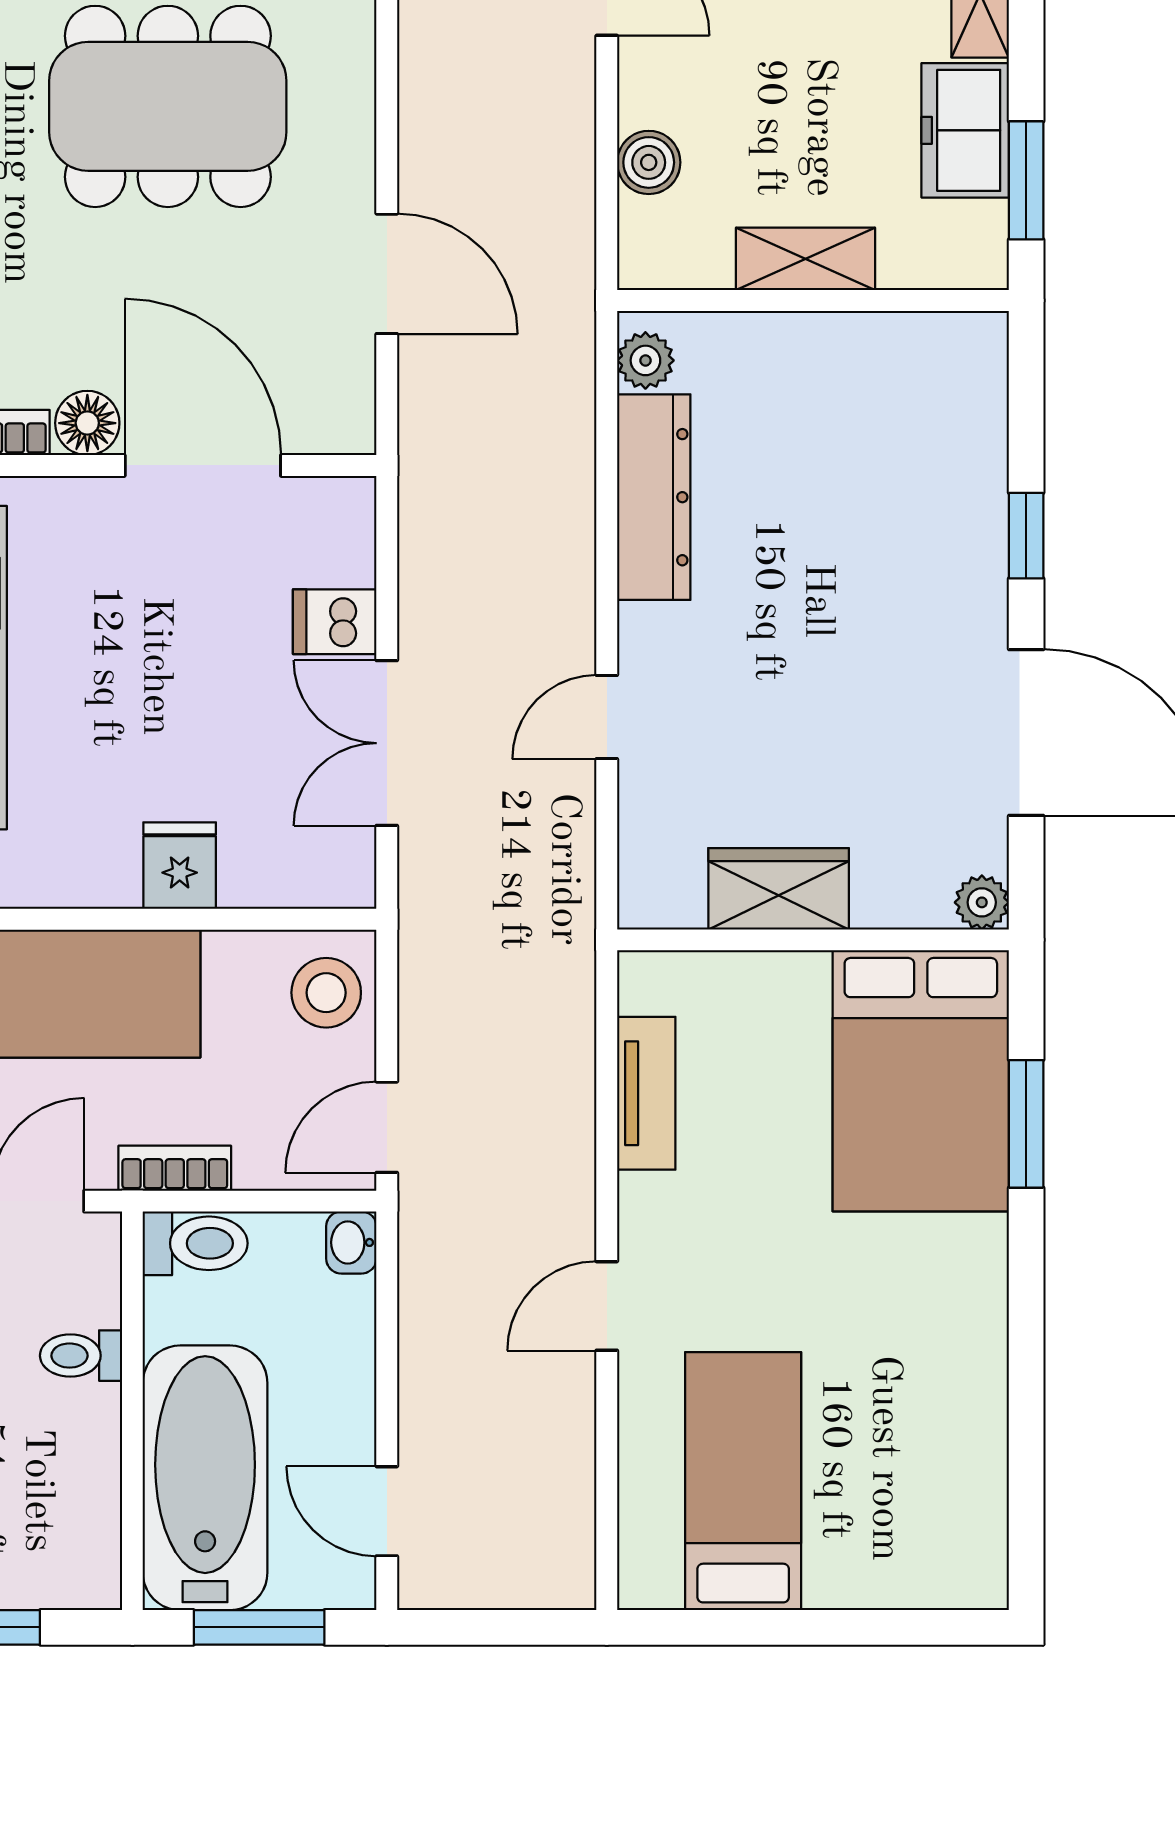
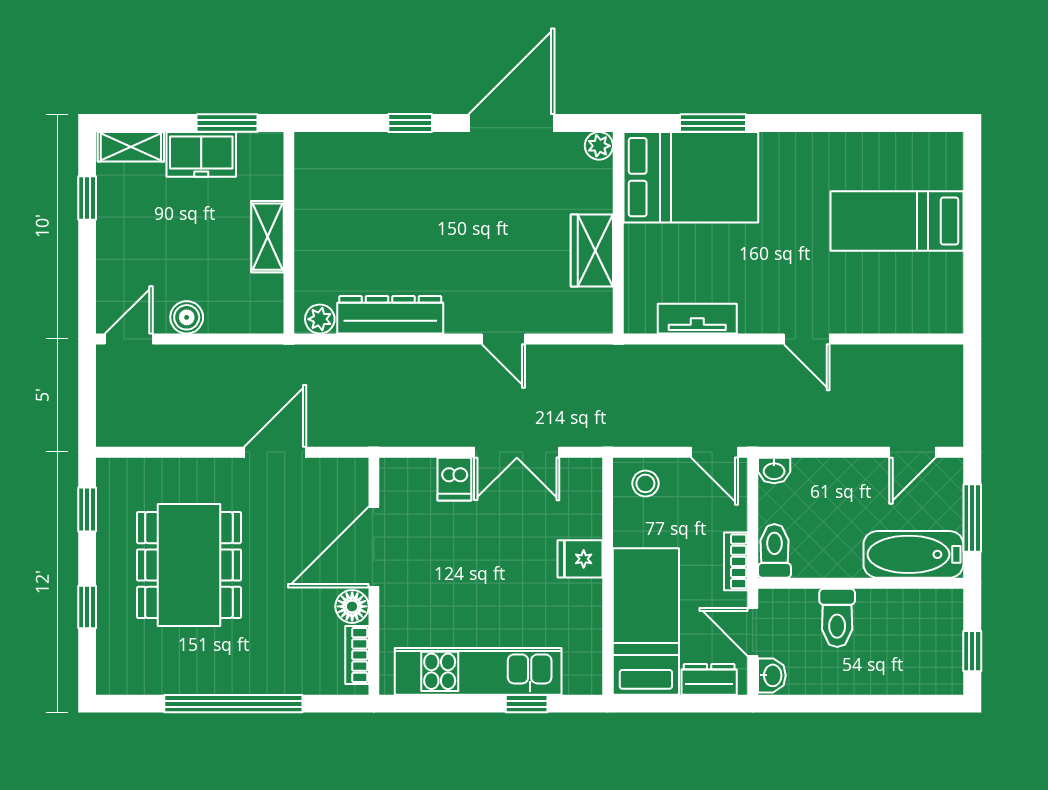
boiler: (649, 162) -> (187, 317), moved
stool: (326, 993) -> (645, 483), width x0.73, depth x0.73
toilet: (81, 1356) -> (837, 618), width x1.37, depth x1.39
bathtub: (205, 1478) -> (913, 554), width x0.73, depth x0.73
bed: (743, 1481) -> (897, 221), moved

